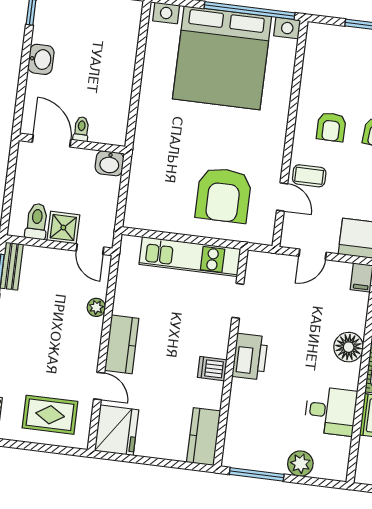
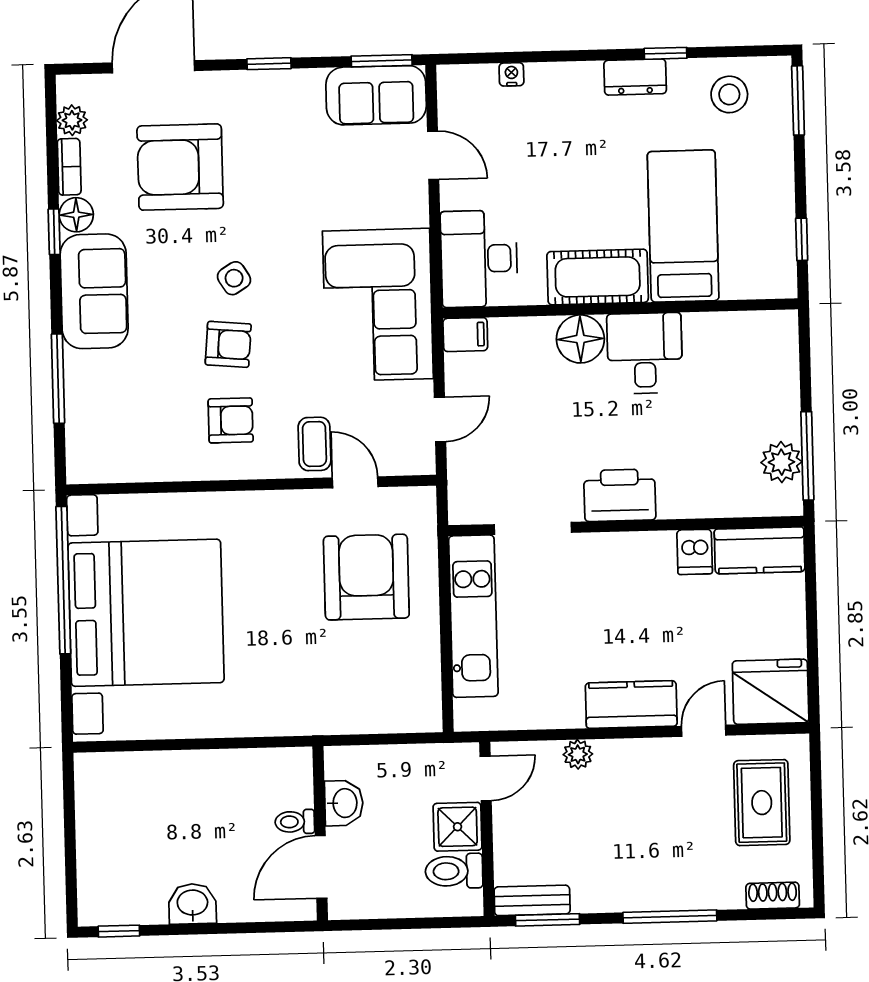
washbasin: (110, 163) -> (344, 803), moved
armchair: (223, 195) -> (366, 577), turned -90
door: (282, 197) -> (355, 482), hinge flipped
door: (313, 254) -> (440, 420), hinge flipped
doorway: (238, 301) -> (533, 528), width x1.38
dishwasher: (212, 369) -> (695, 552), moved
desk: (331, 411) -> (645, 353), moved
plant: (300, 464) -> (781, 462), moved

